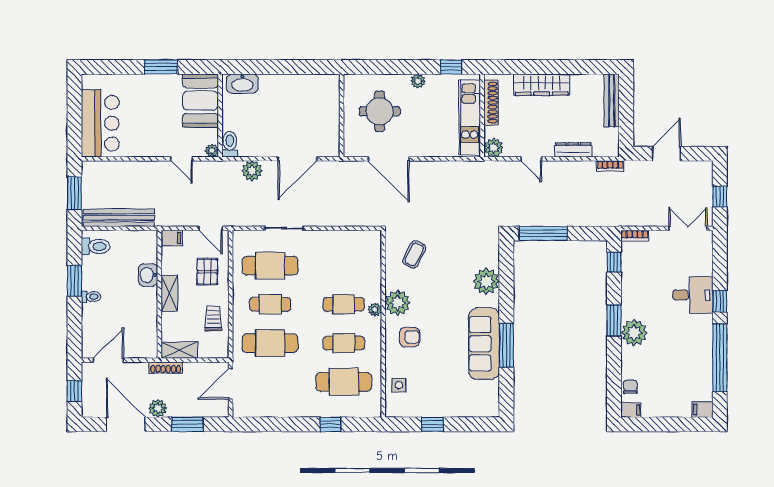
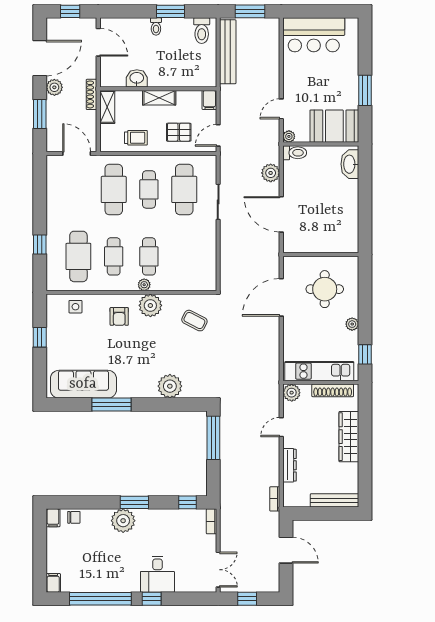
washbasin: (148, 275) -> (137, 78), moved
sofa: (484, 344) -> (83, 384), moved

